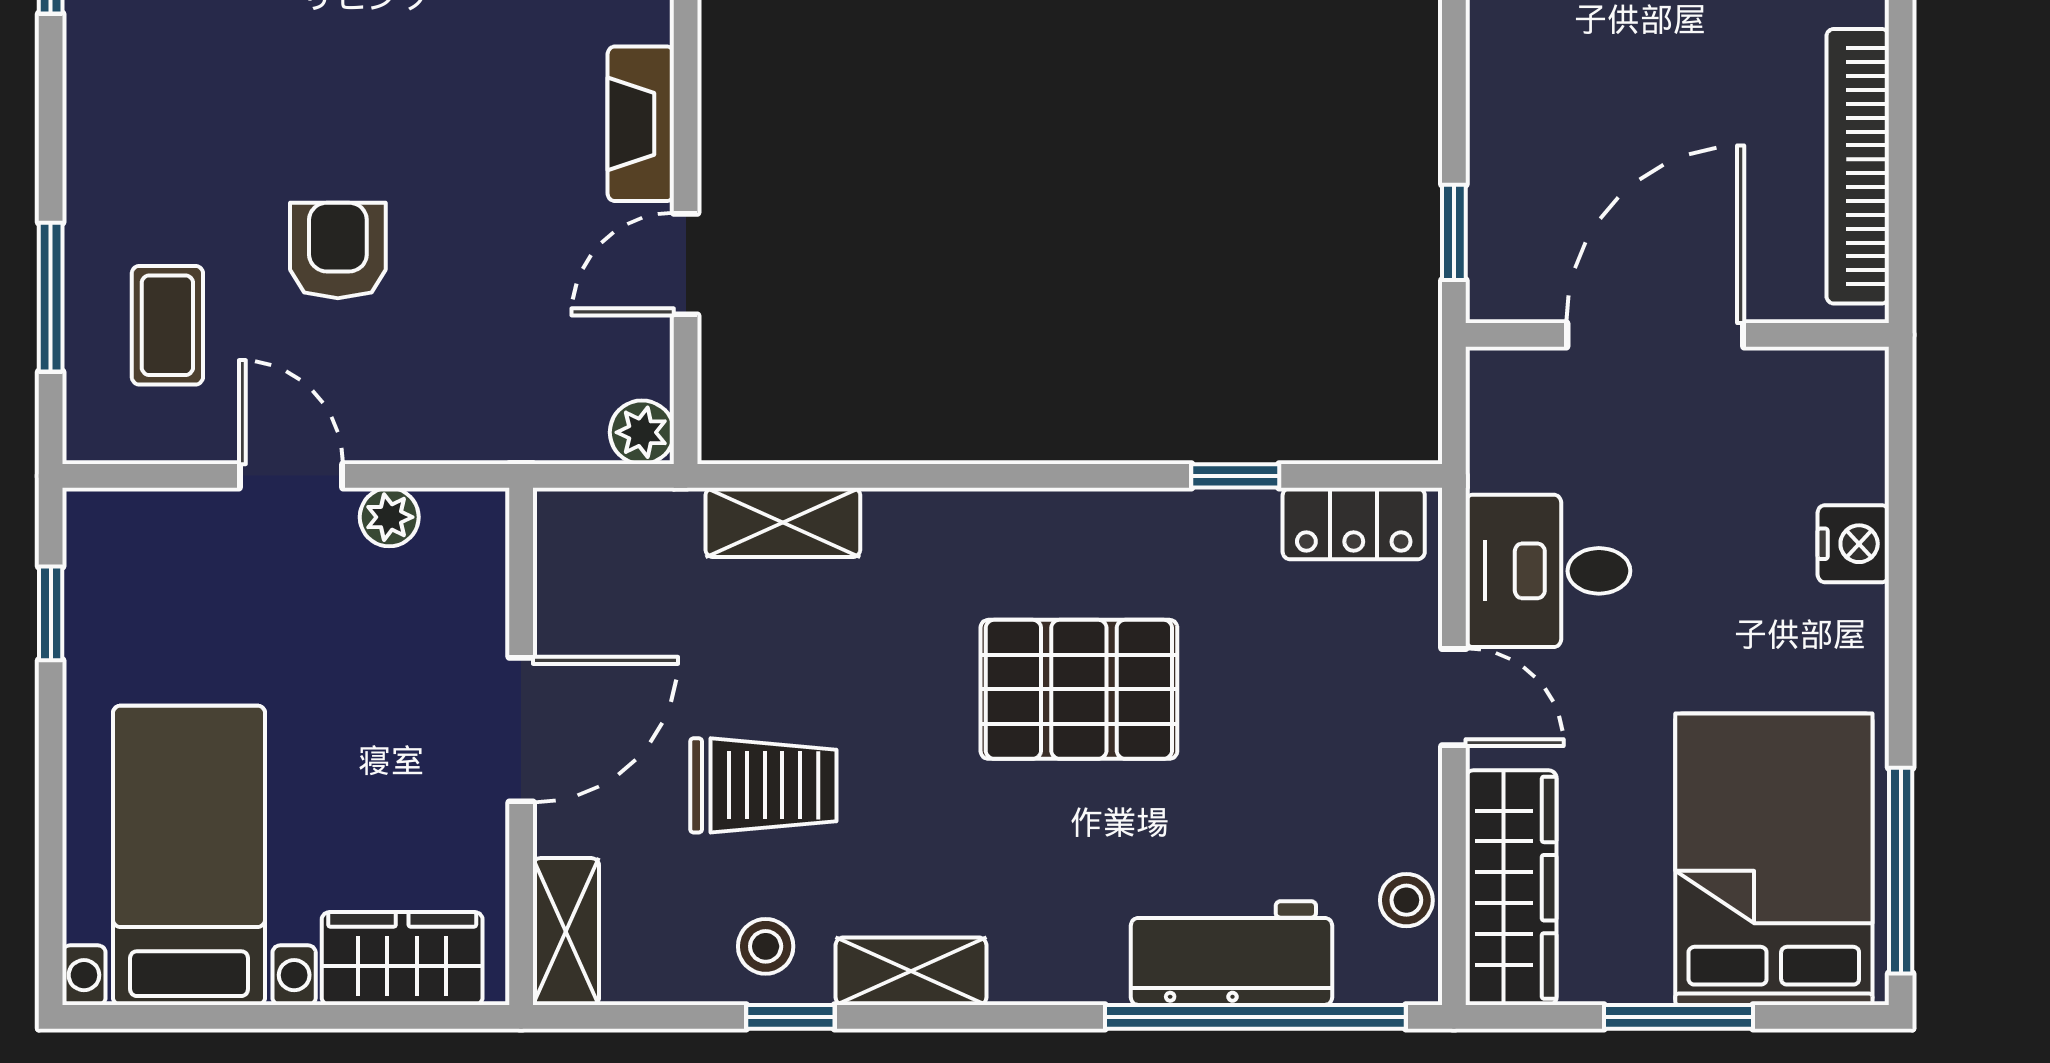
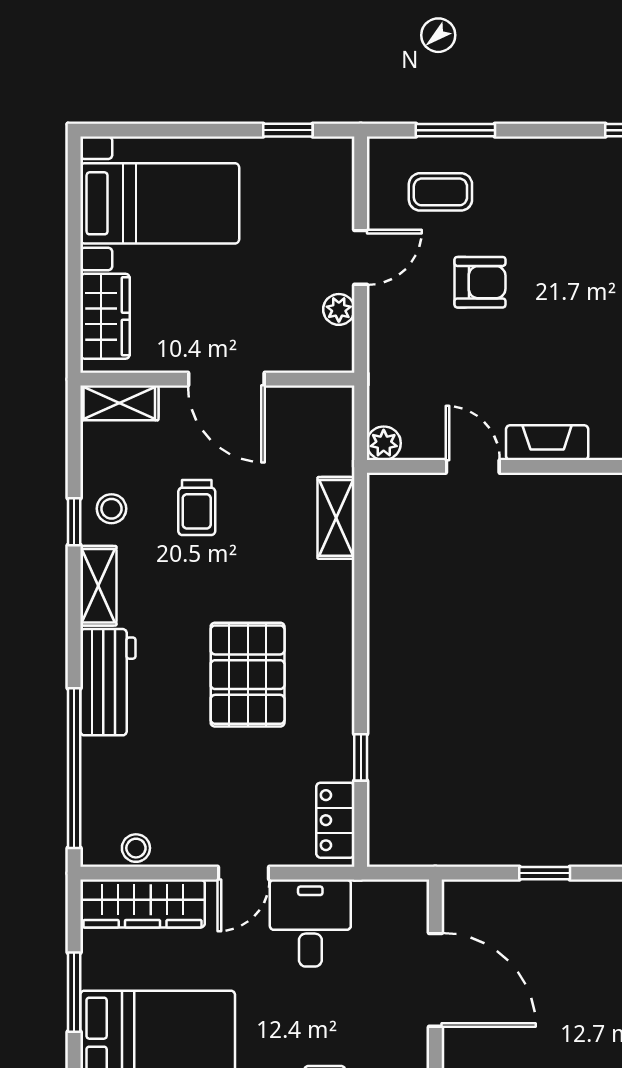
window: (1454, 232) -> (545, 873), moved
trolley: (763, 785) -> (197, 507), width x0.73, depth x0.72
workbench: (1231, 953) -> (108, 682), moved

